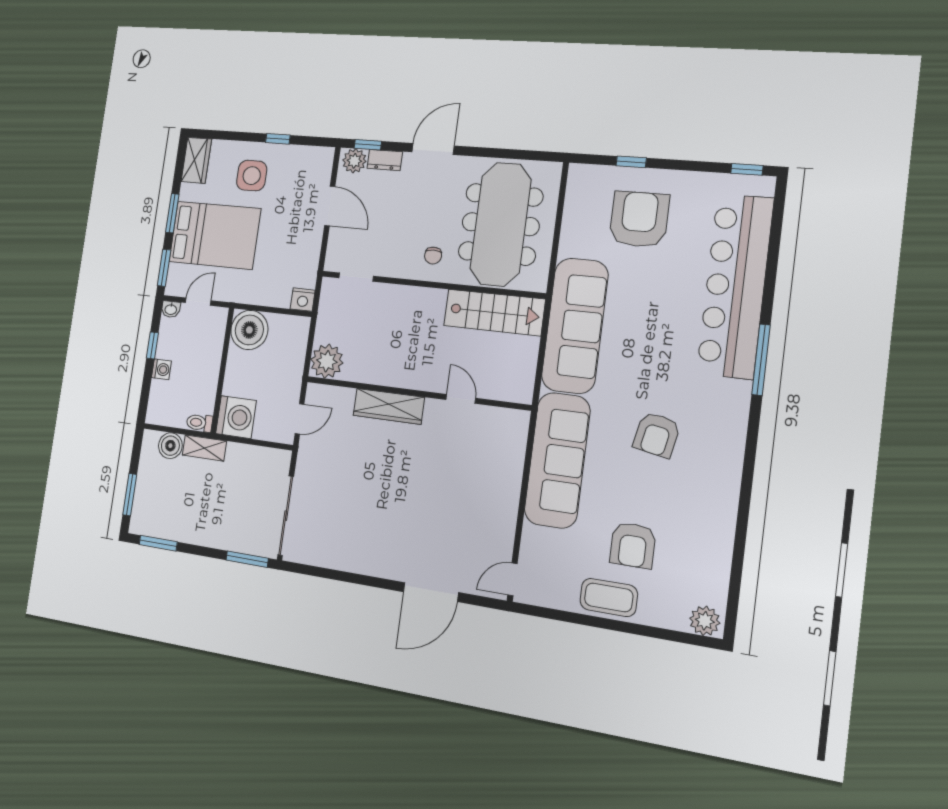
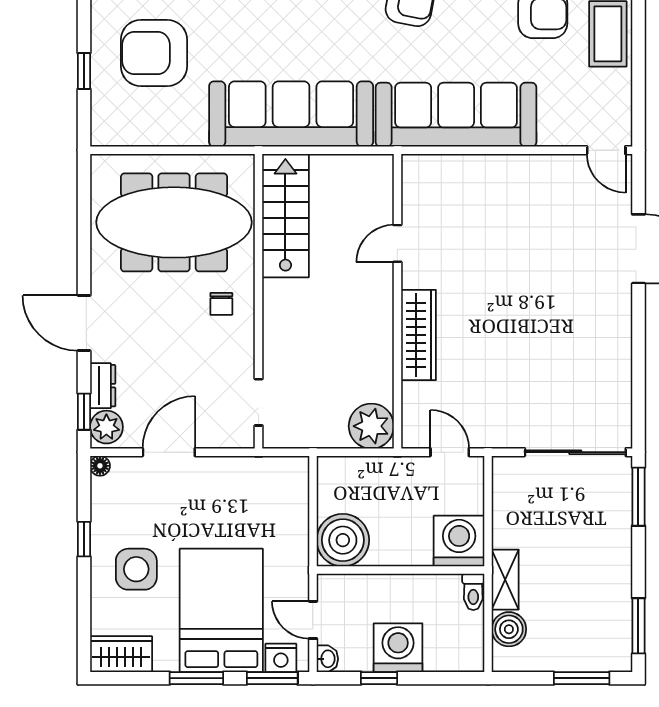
floor lamp: (327, 154) -> (100, 466), added
chair: (433, 256) -> (221, 304), turned 90
nightstand: (303, 300) -> (281, 658), moved, turned 90
washing machine: (161, 369) -> (398, 648), width x1.89, depth x1.89

